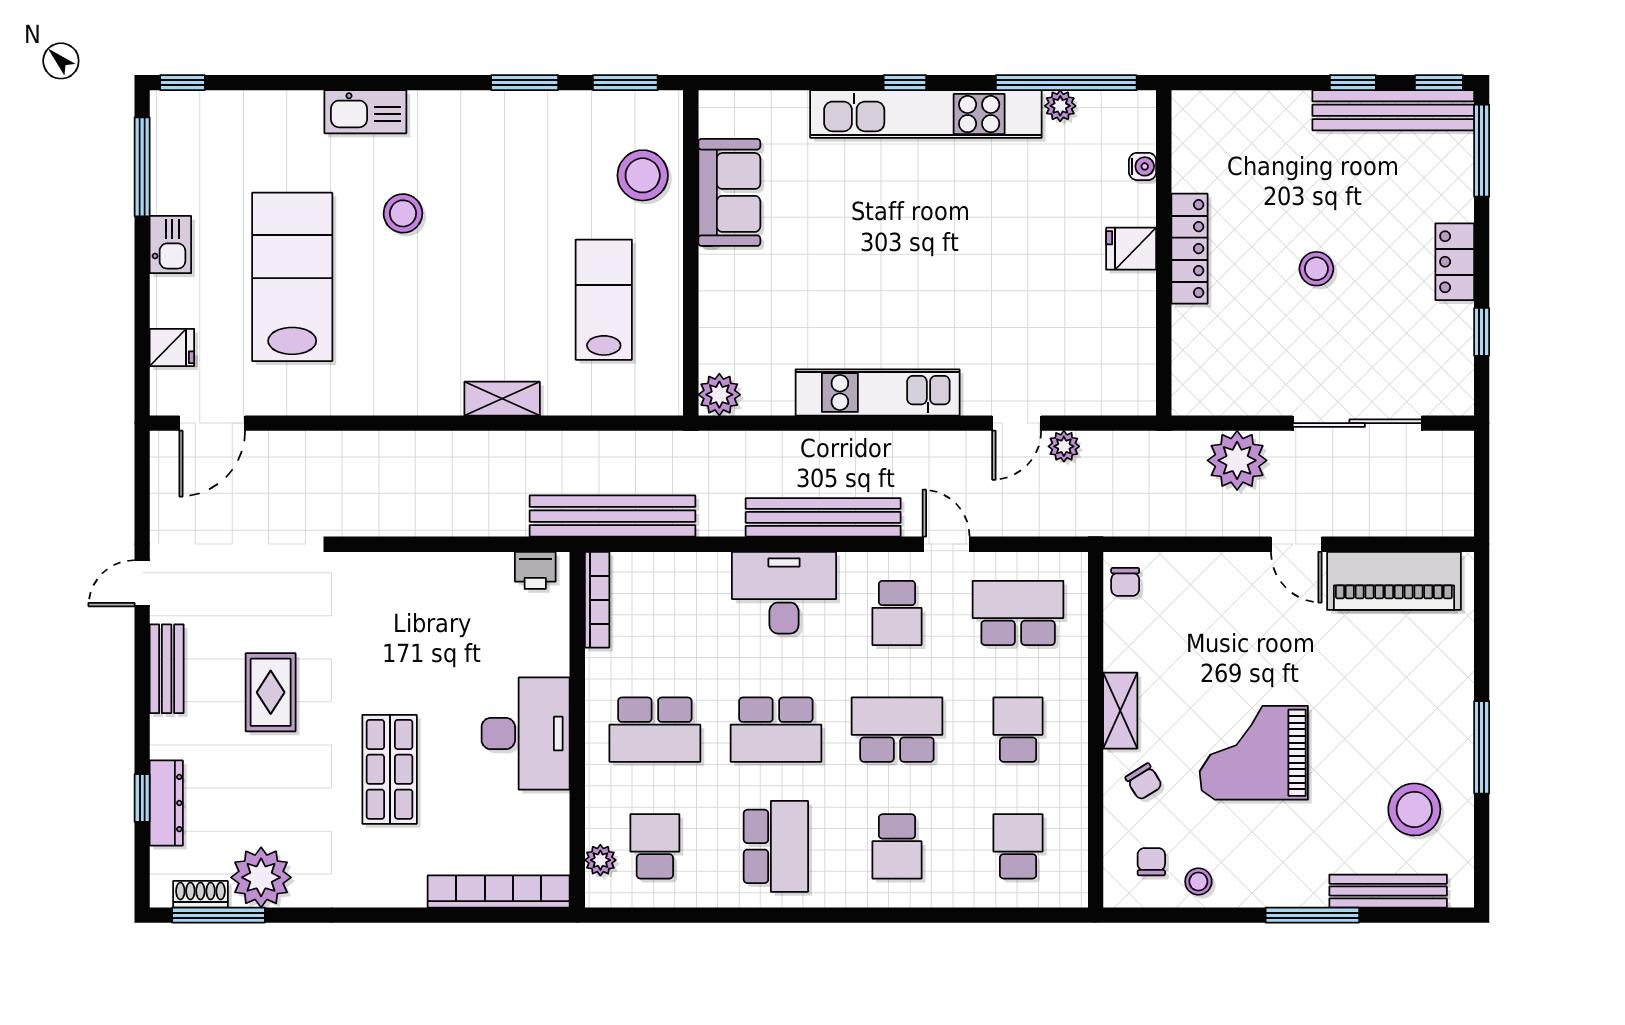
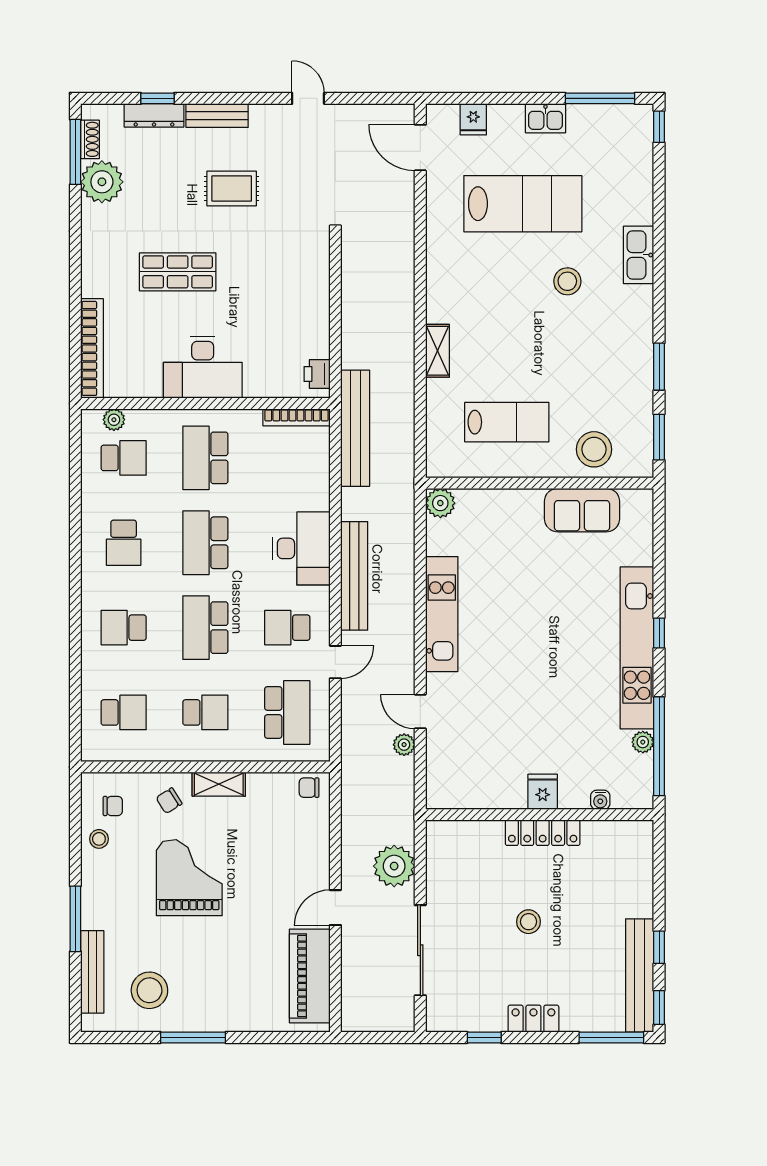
bench: (167, 669) -> (217, 116), moved
school desk: (897, 730) -> (205, 628), turned 180
school desk: (776, 846) -> (124, 543), width x0.54

